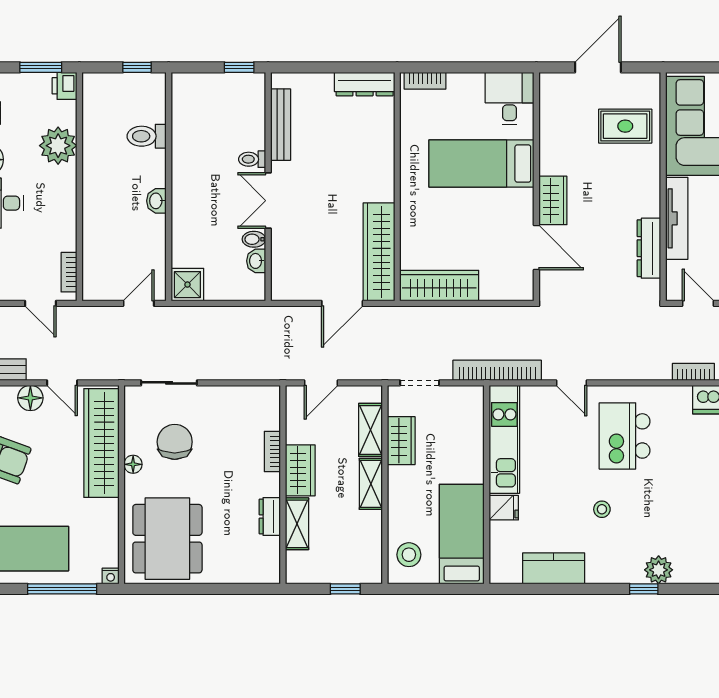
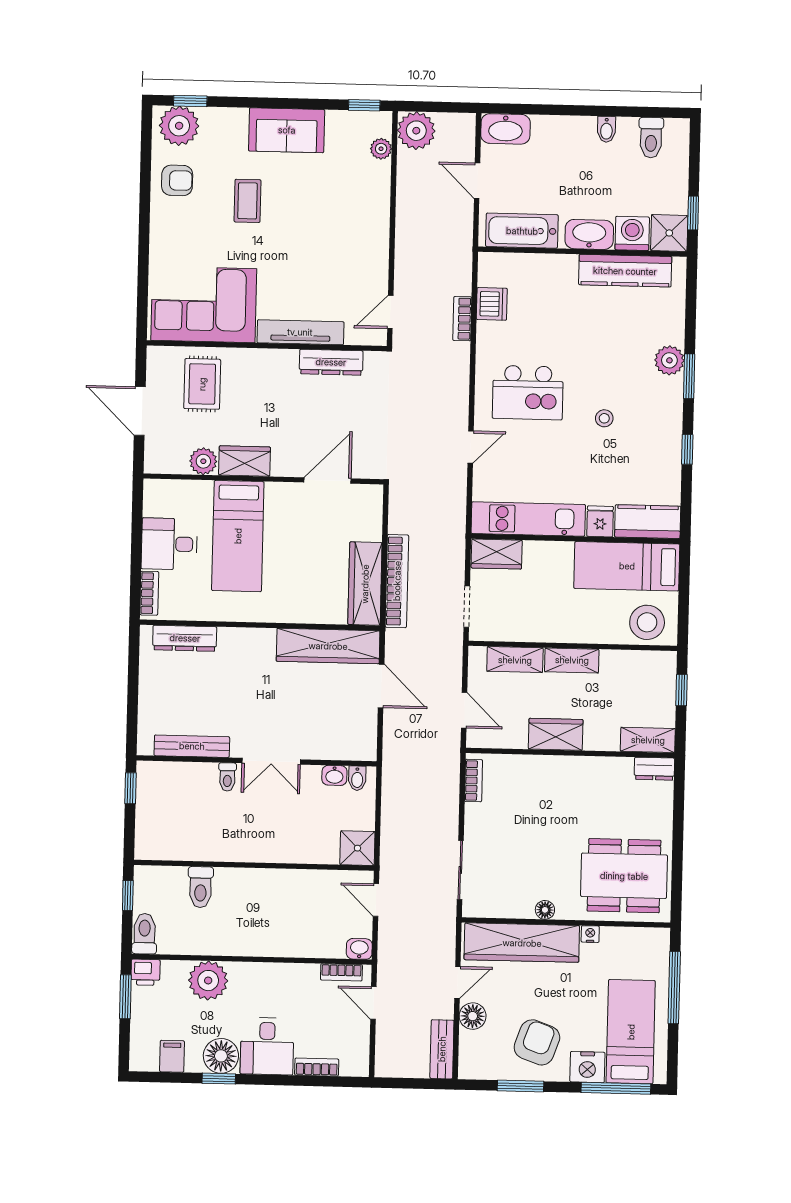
toilet: (101, 84) -> (144, 934), added
dresser: (365, 84) -> (185, 638), moved, turned 90
desk: (510, 99) -> (169, 544), moved
plant: (552, 129) -> (203, 461), added
wardrobe: (553, 200) -> (245, 461), moved
washbasin: (156, 201) -> (359, 949), moved, turned 180
bidet: (254, 239) -> (357, 778), moved
door: (40, 303) -> (373, 1003), swing flipped
bookcase: (497, 370) -> (397, 581), moved, turned 180
wardrobe: (401, 441) -> (497, 554), moved, turned 180
chair: (175, 442) -> (522, 866), removed
bookcase: (272, 452) -> (474, 781), moved, turned -90
dresser: (270, 516) -> (654, 769), moved
shelving: (297, 524) -> (648, 740), moved
stool: (409, 555) -> (647, 622), width x1.38, depth x1.38
kitchen counter: (554, 568) -> (648, 522), moved, turned 90
nightstand: (111, 576) -> (590, 934), moved, turned -90
window: (574, 589) -> (687, 449), added
window: (644, 589) -> (689, 376), width x1.50

